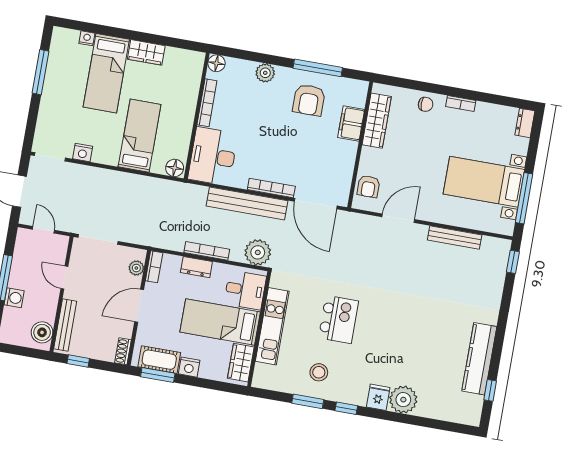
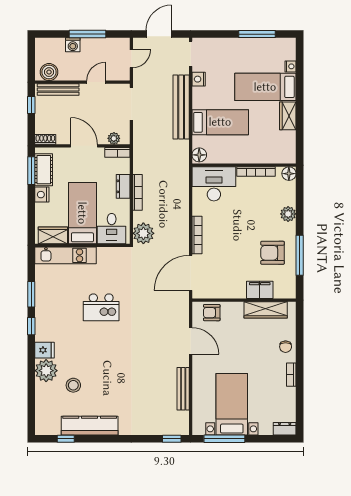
bench: (247, 203) -> (181, 107), moved
kitchen unit: (272, 326) -> (65, 255), moved
stool: (319, 372) -> (73, 385), moved

